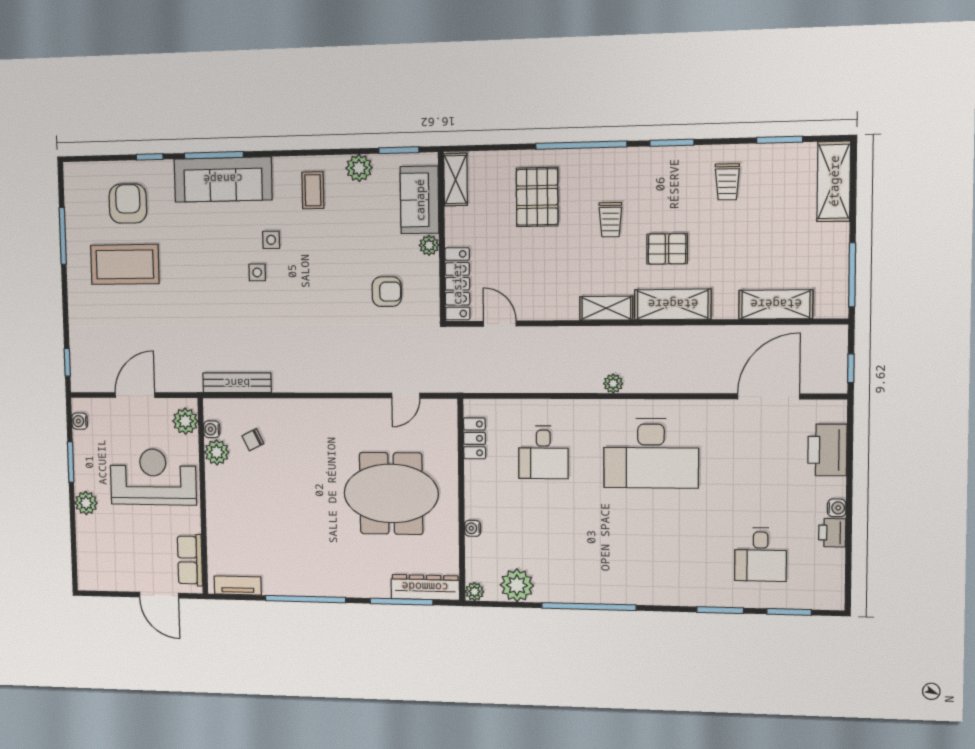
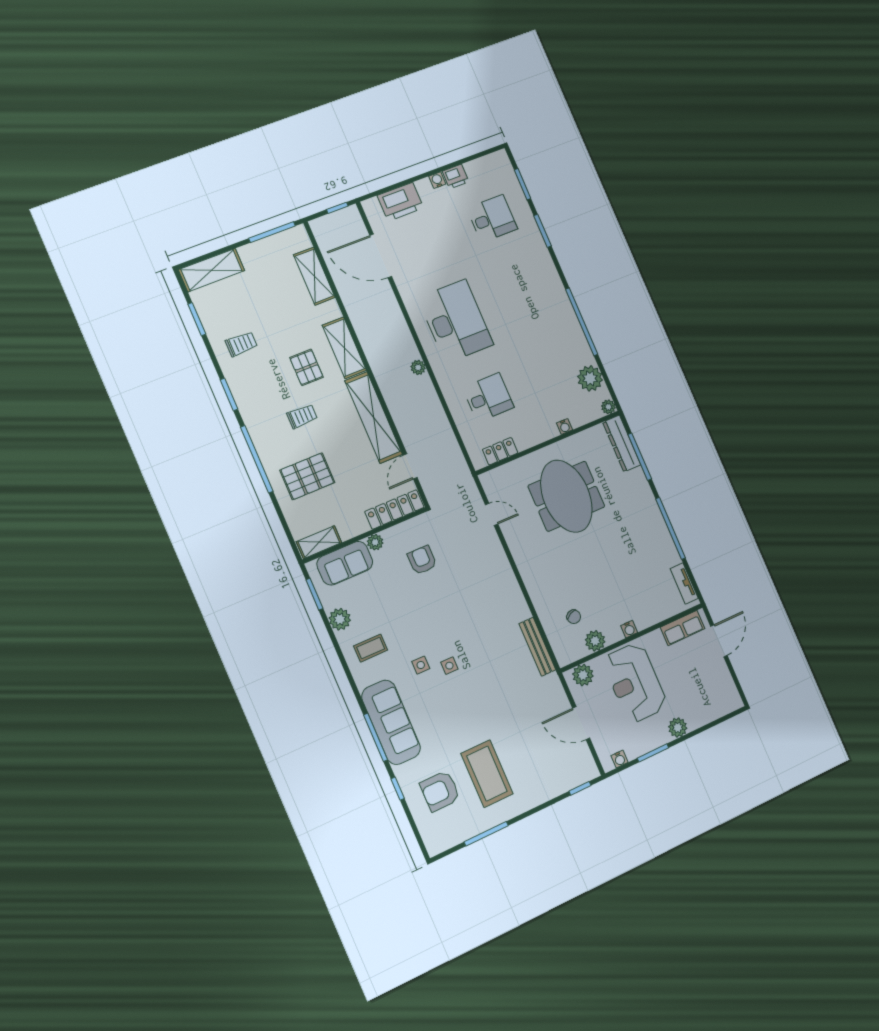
shelving: (606, 308) -> (374, 418), width x2.20, depth x1.33
water cooler: (212, 429) -> (629, 629), moved

